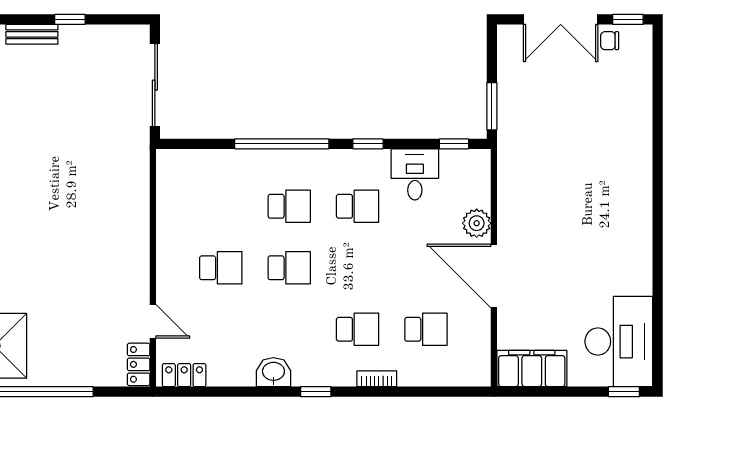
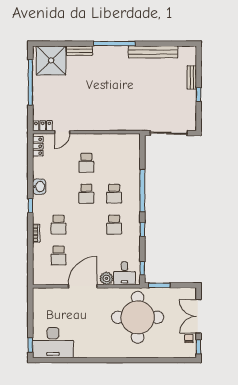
round table: (563, 154) -> (138, 317), added
desk: (415, 174) -> (124, 273), moved, turned 90
filing cabinet: (532, 369) -> (41, 303), removed

